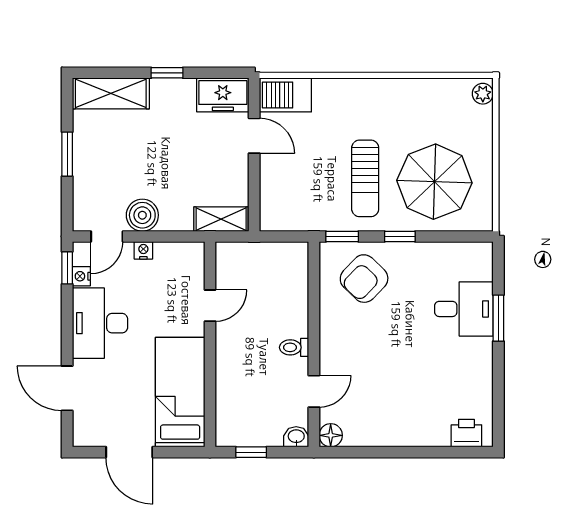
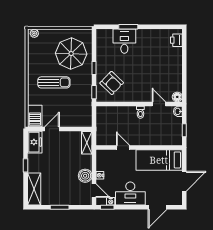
sun lounger: (365, 178) -> (54, 82), moved

